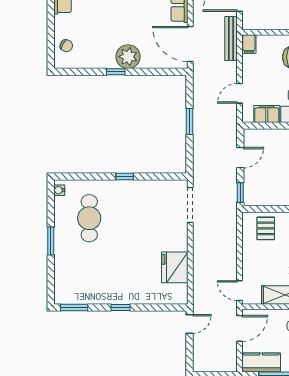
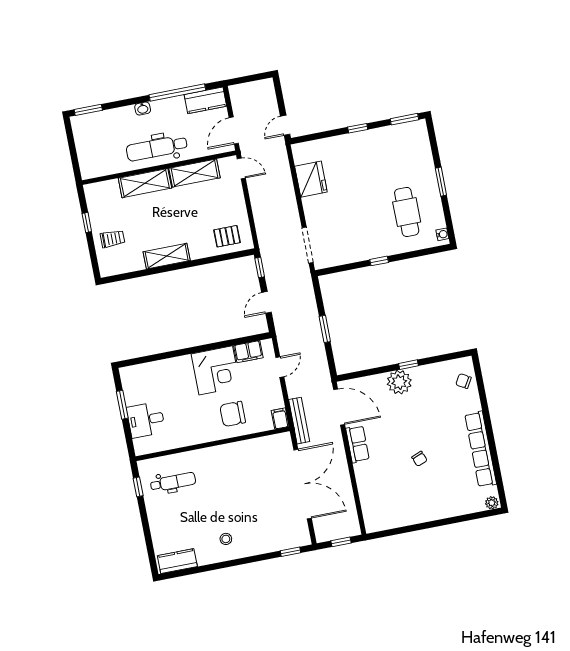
pallet: (266, 228) -> (227, 236), turned 90

